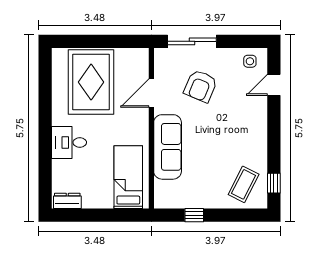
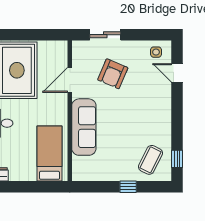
sliding door: (192, 41) -> (105, 35), width x0.73
door: (274, 85) -> (177, 73), hinge flipped
window: (194, 215) -> (128, 187), moved

